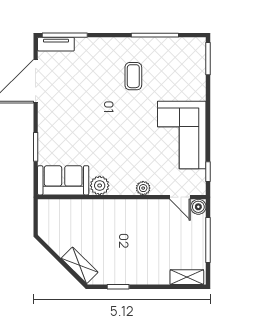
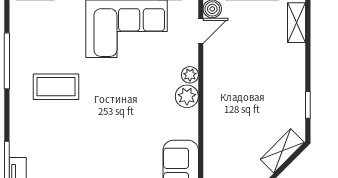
coffee table: (133, 76) -> (56, 87), width x1.36, depth x1.30
plant: (100, 186) -> (187, 96), moved

